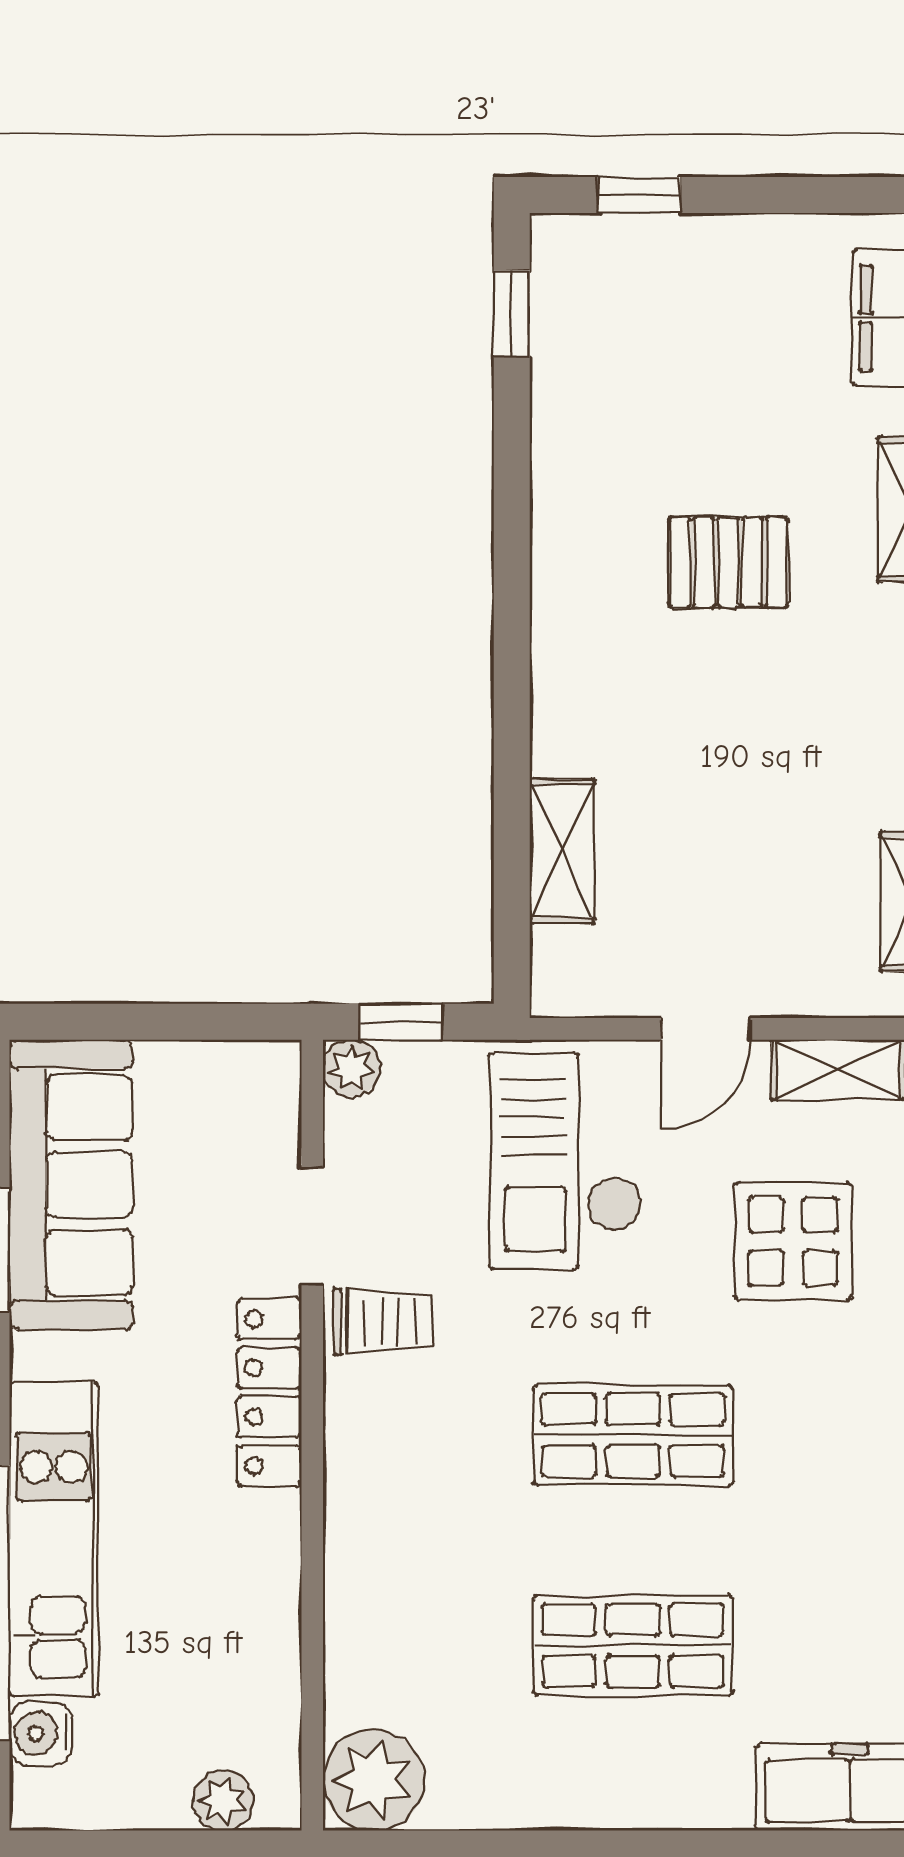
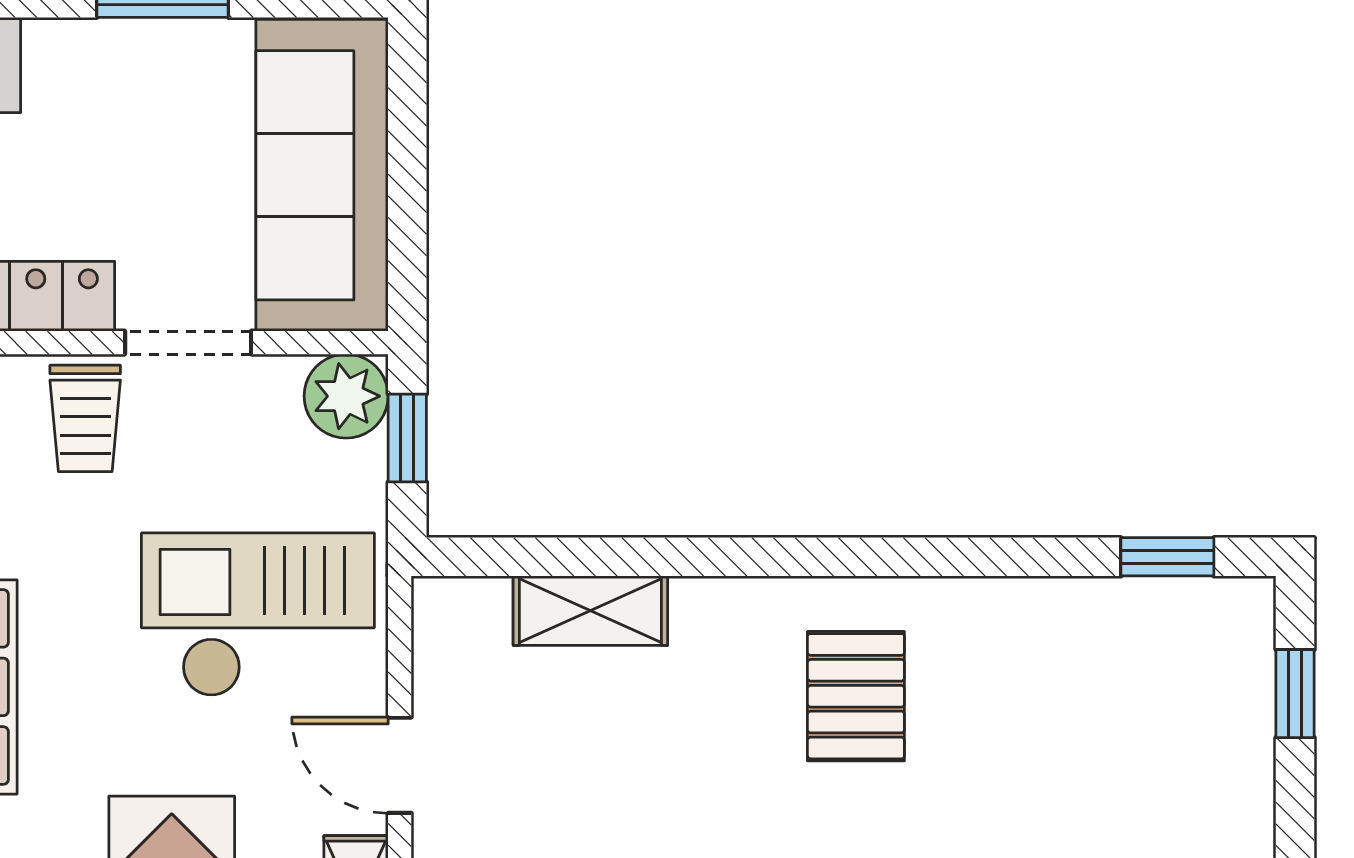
pallet: (728, 562) -> (856, 696), moved
plant: (351, 1068) -> (346, 396), width x1.38, depth x1.38
sofa: (71, 1185) -> (322, 175), moved, turned 90

